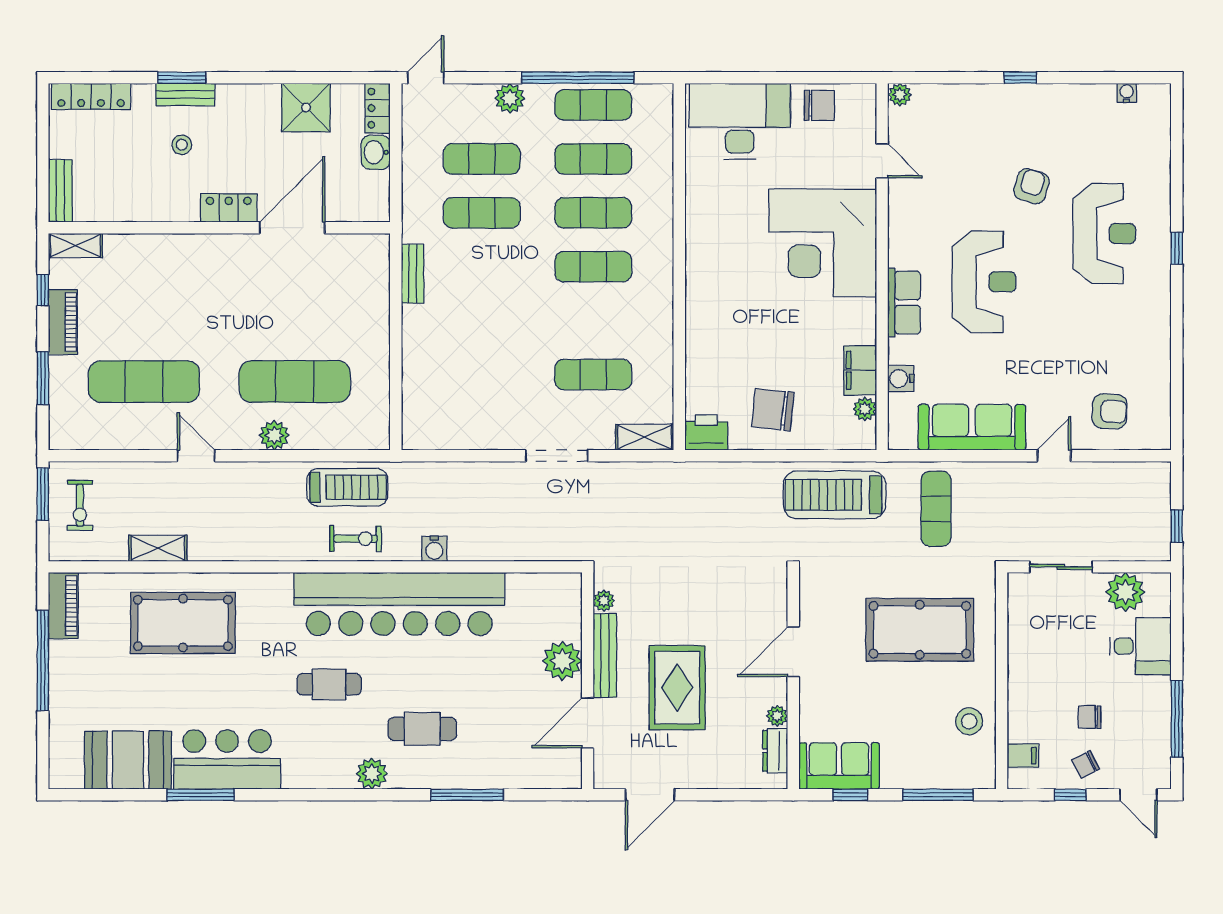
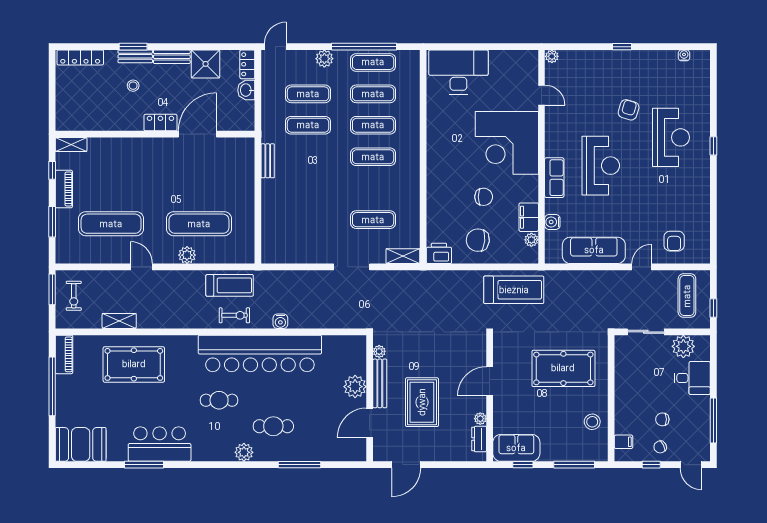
chair: (819, 105) -> (484, 197), moved
bench: (60, 191) -> (172, 57), moved, turned 90
armchair: (1110, 411) -> (674, 241), turned 87
treadmill: (835, 495) -> (514, 290), turned 180
exercise mat: (936, 509) -> (687, 296), moved
booth: (128, 760) -> (81, 444), moved

